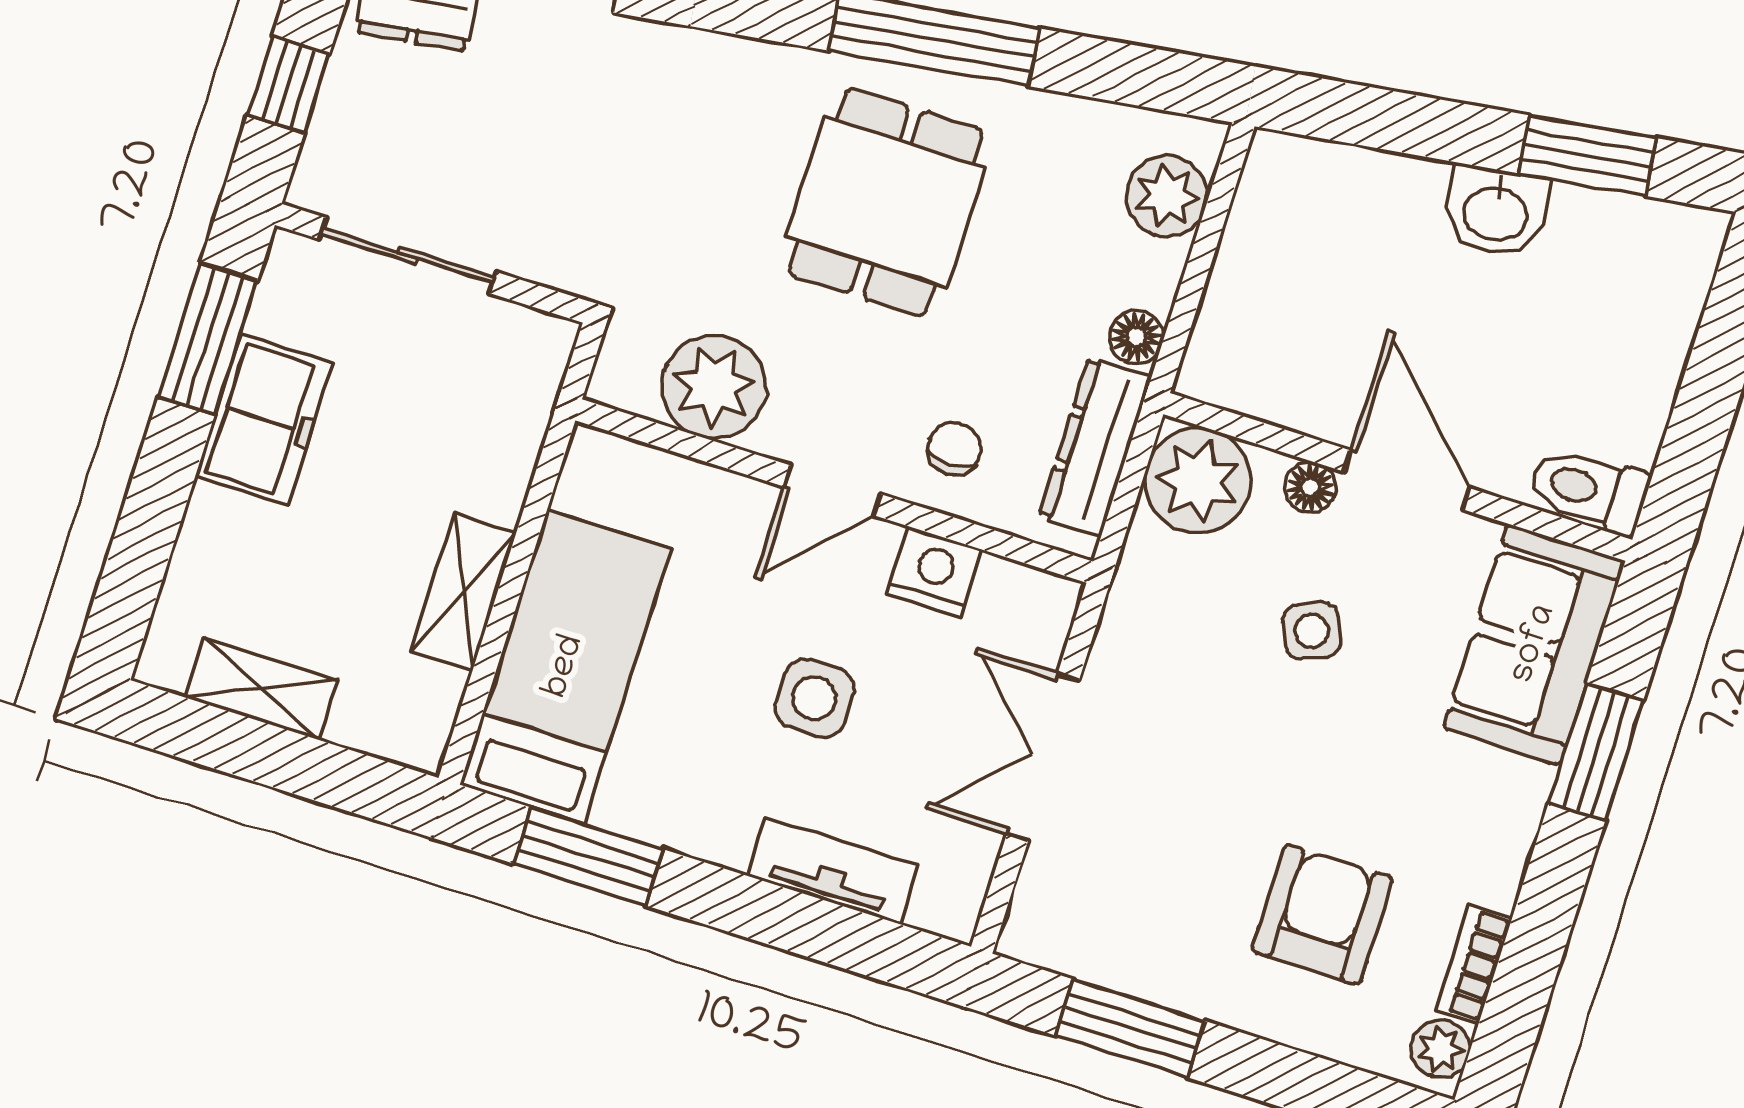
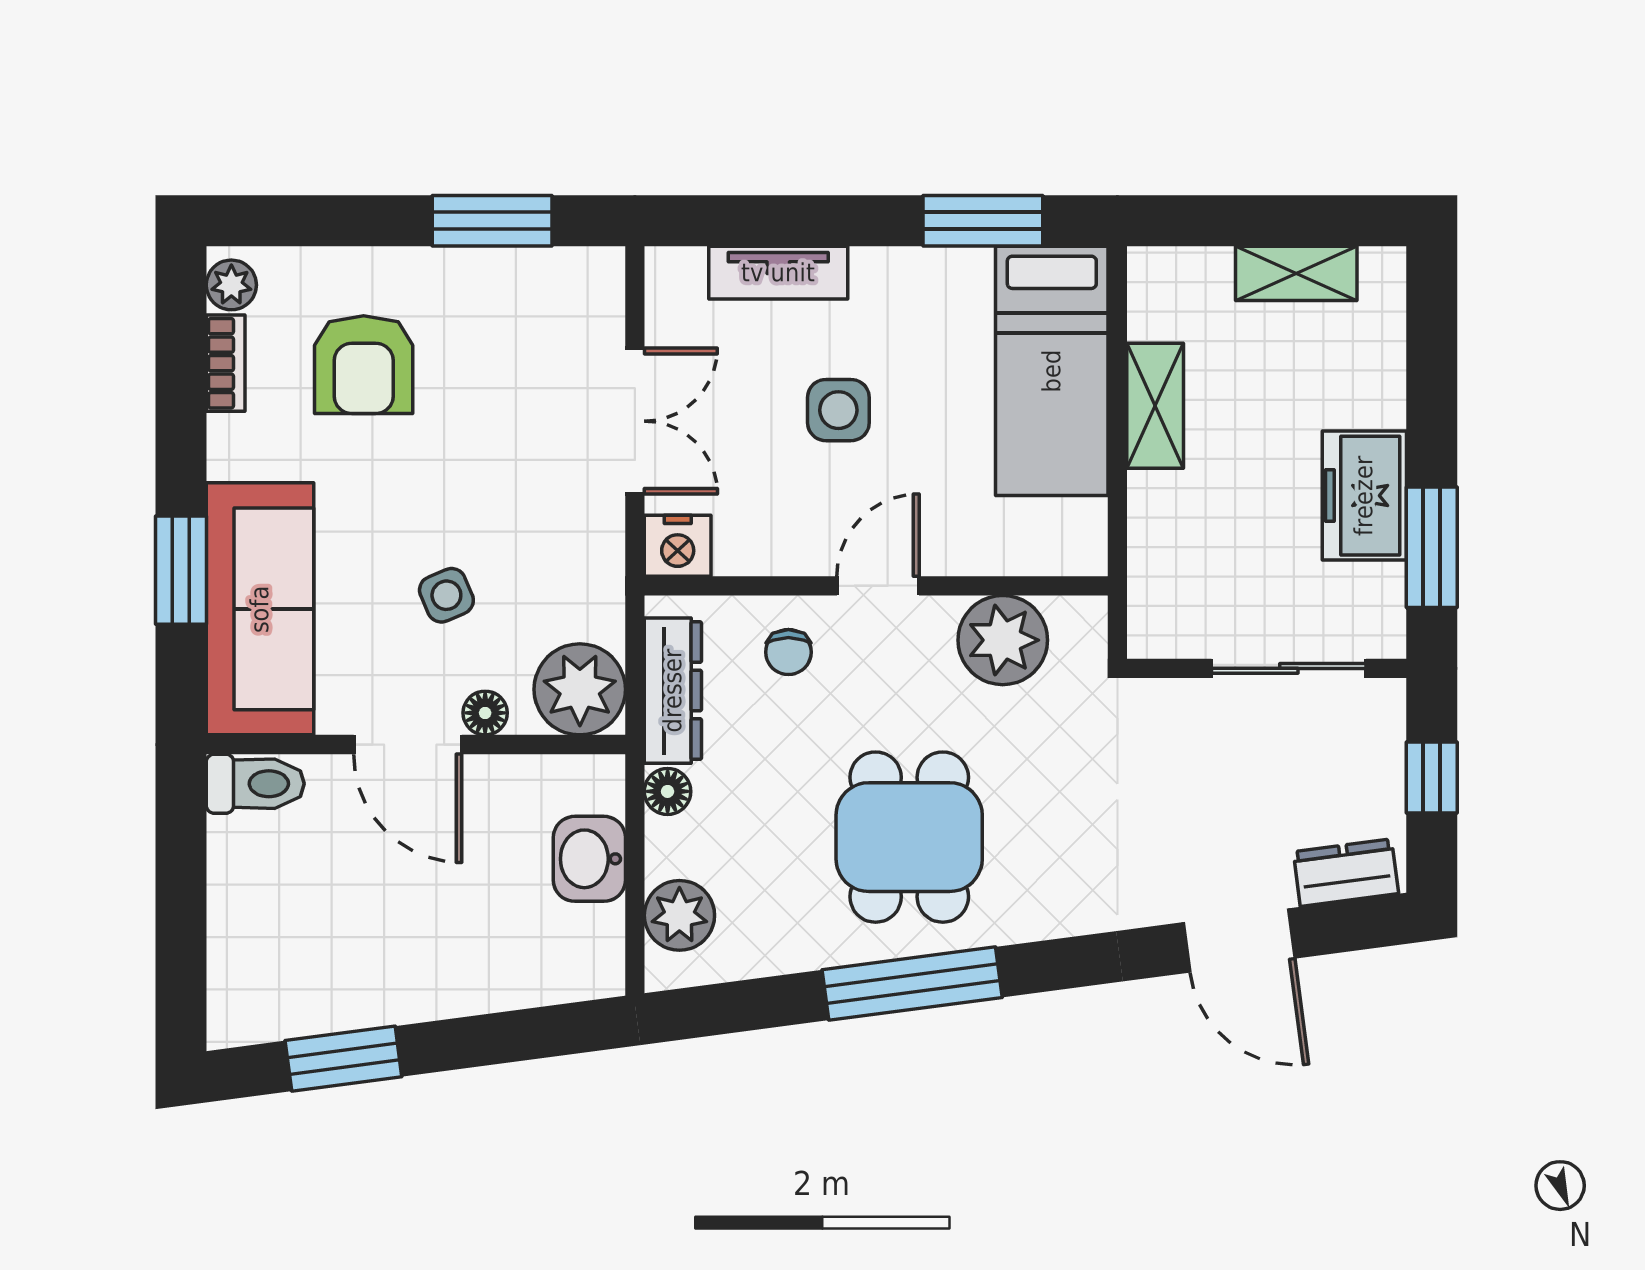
washbasin: (1496, 212) -> (589, 859), moved, turned -82
nightstand: (934, 571) -> (678, 546), moved
sofa: (1534, 644) -> (260, 609), width x1.36

